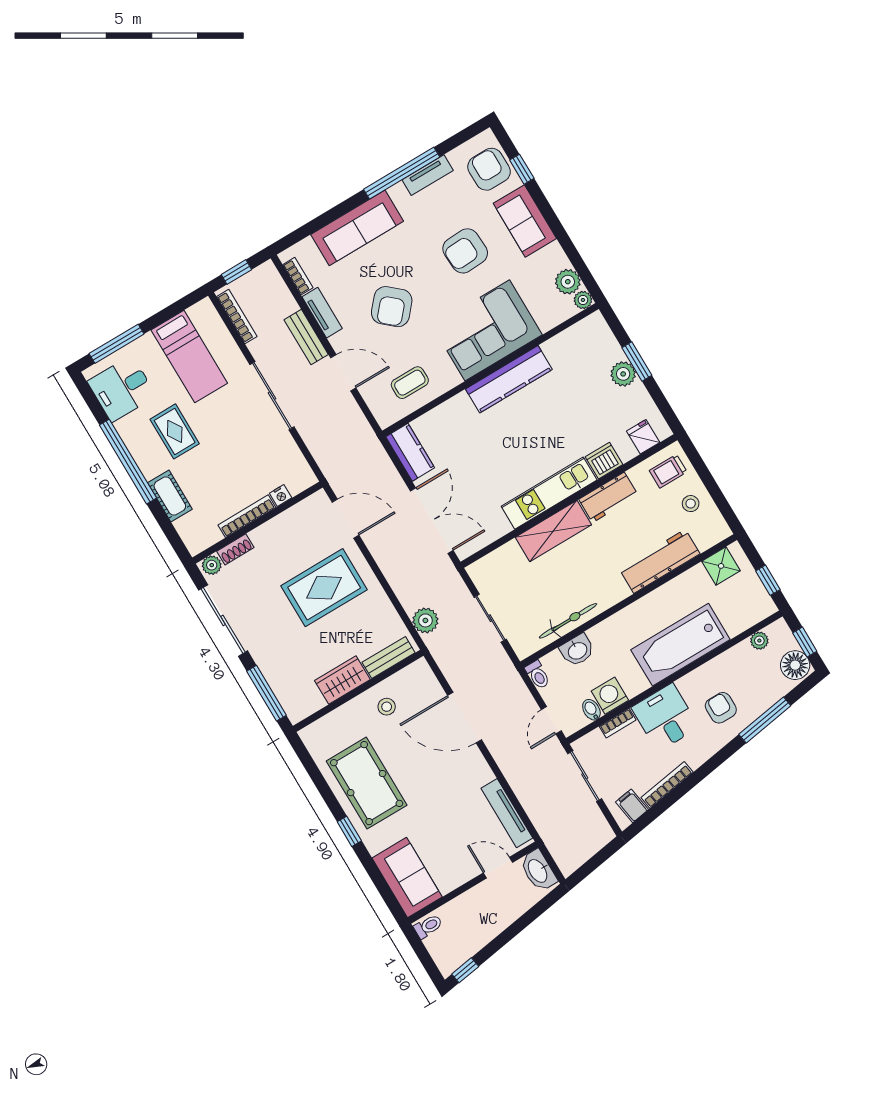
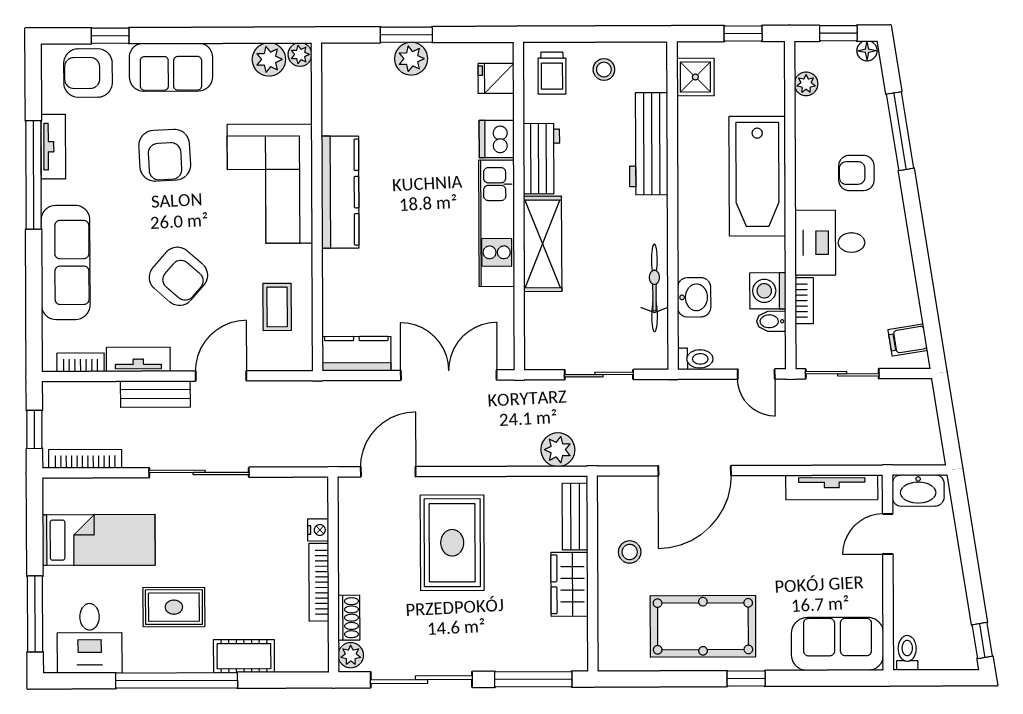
floor lamp: (795, 665) -> (867, 51), width x0.53, depth x0.53
bookcase: (667, 785) -> (908, 286), removed

